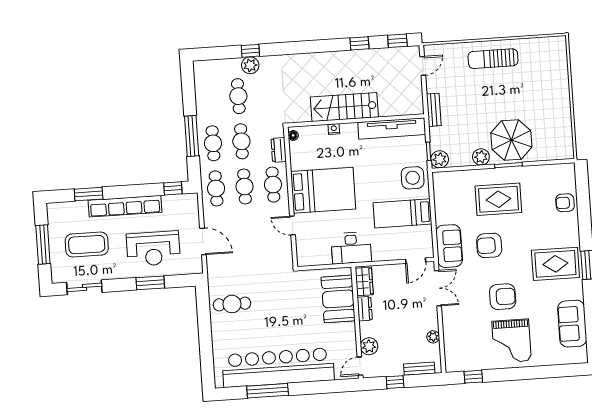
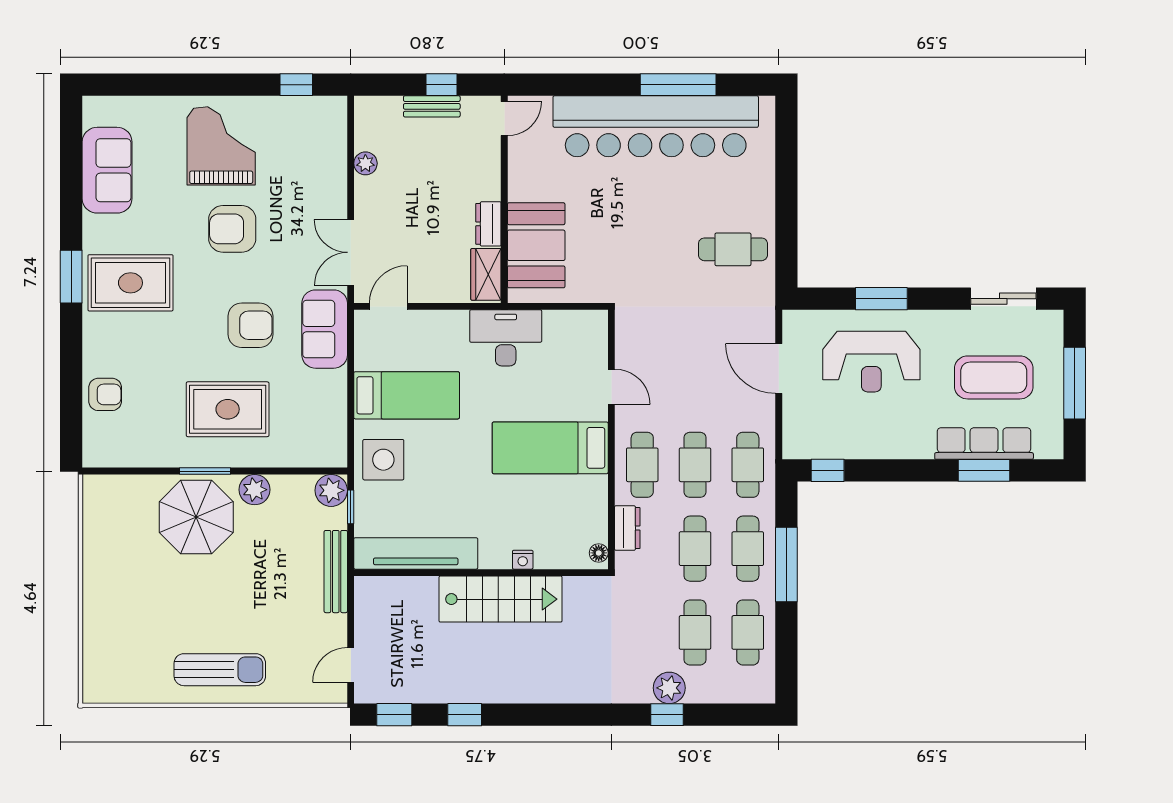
cafe table: (210, 98) -> (748, 632), added
bench: (434, 110) -> (336, 572), width x1.36
bed: (323, 190) -> (550, 448), width x0.67
row of seats: (125, 206) -> (984, 444), moved, width x0.73
reception desk: (153, 249) -> (871, 362), turned 180
plant: (369, 346) -> (485, 154), removed
bench: (419, 369) -> (432, 106), moved

